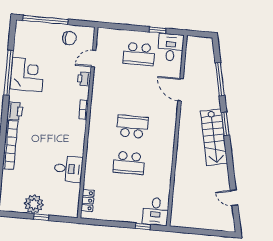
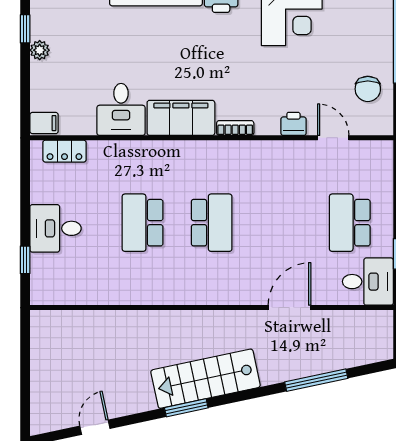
window: (225, 124) -> (186, 408), moved
filing cabinet: (76, 138) -> (181, 118), added
plant: (34, 204) -> (40, 50), width x0.53, depth x0.53
filing cabinet: (72, 210) -> (44, 123), added
desk: (156, 211) -> (56, 228), moved
window: (41, 217) -> (25, 29), moved

